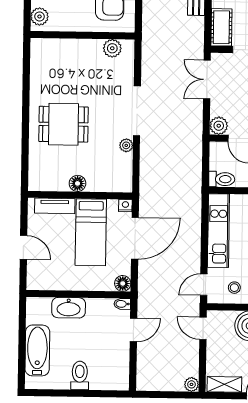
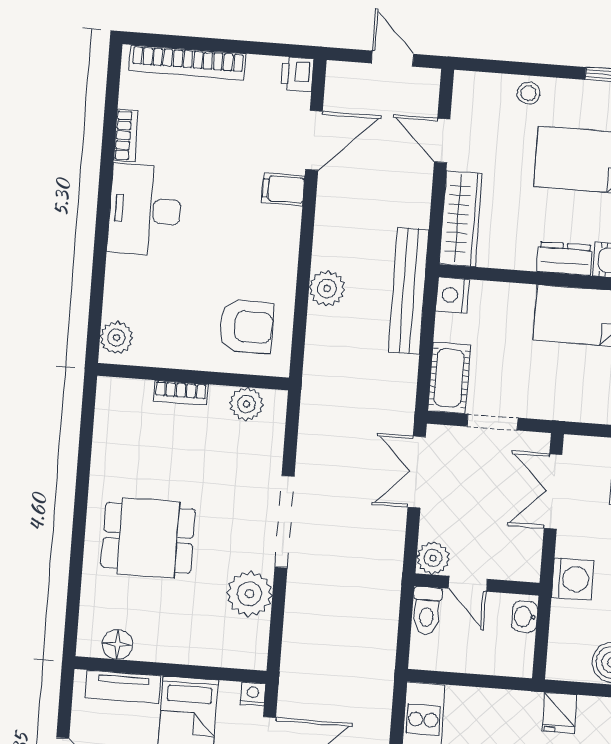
bookcase: (76, 44) -> (181, 393), added
plant: (126, 145) -> (249, 594), width x1.87, depth x1.87
toilet: (222, 179) -> (427, 611), moved, turned 90
floor lamp: (77, 183) -> (118, 644), moved

